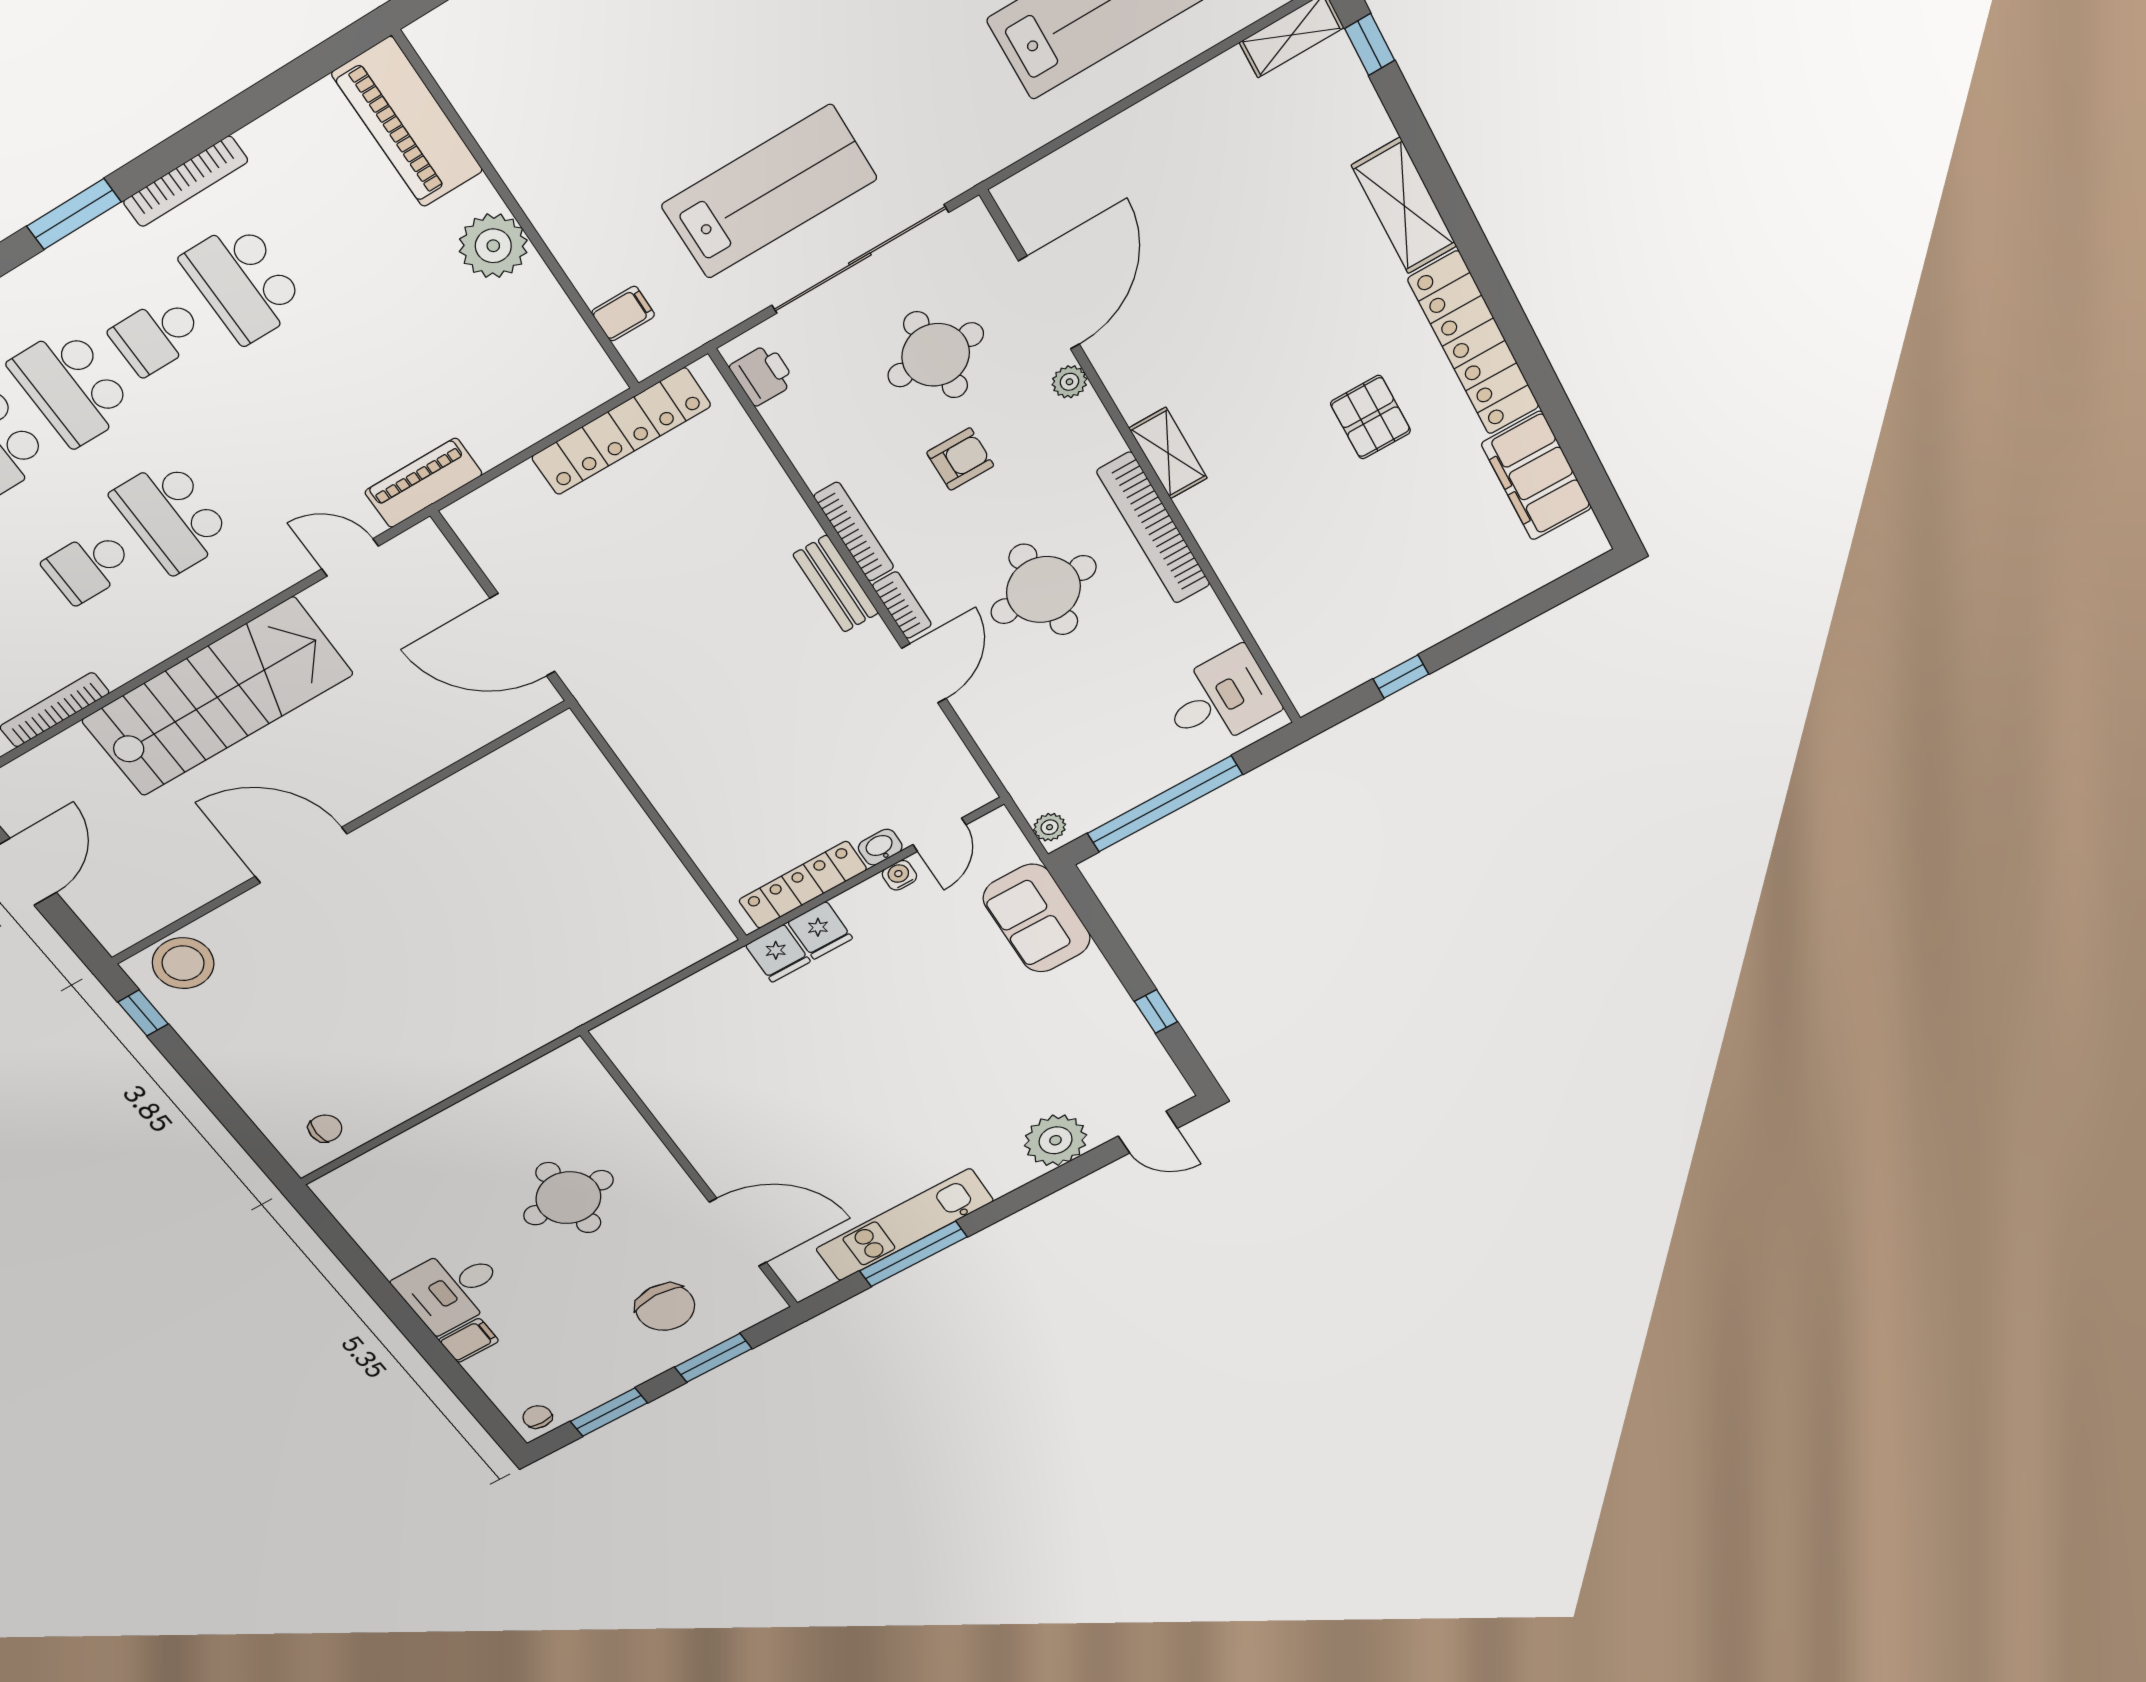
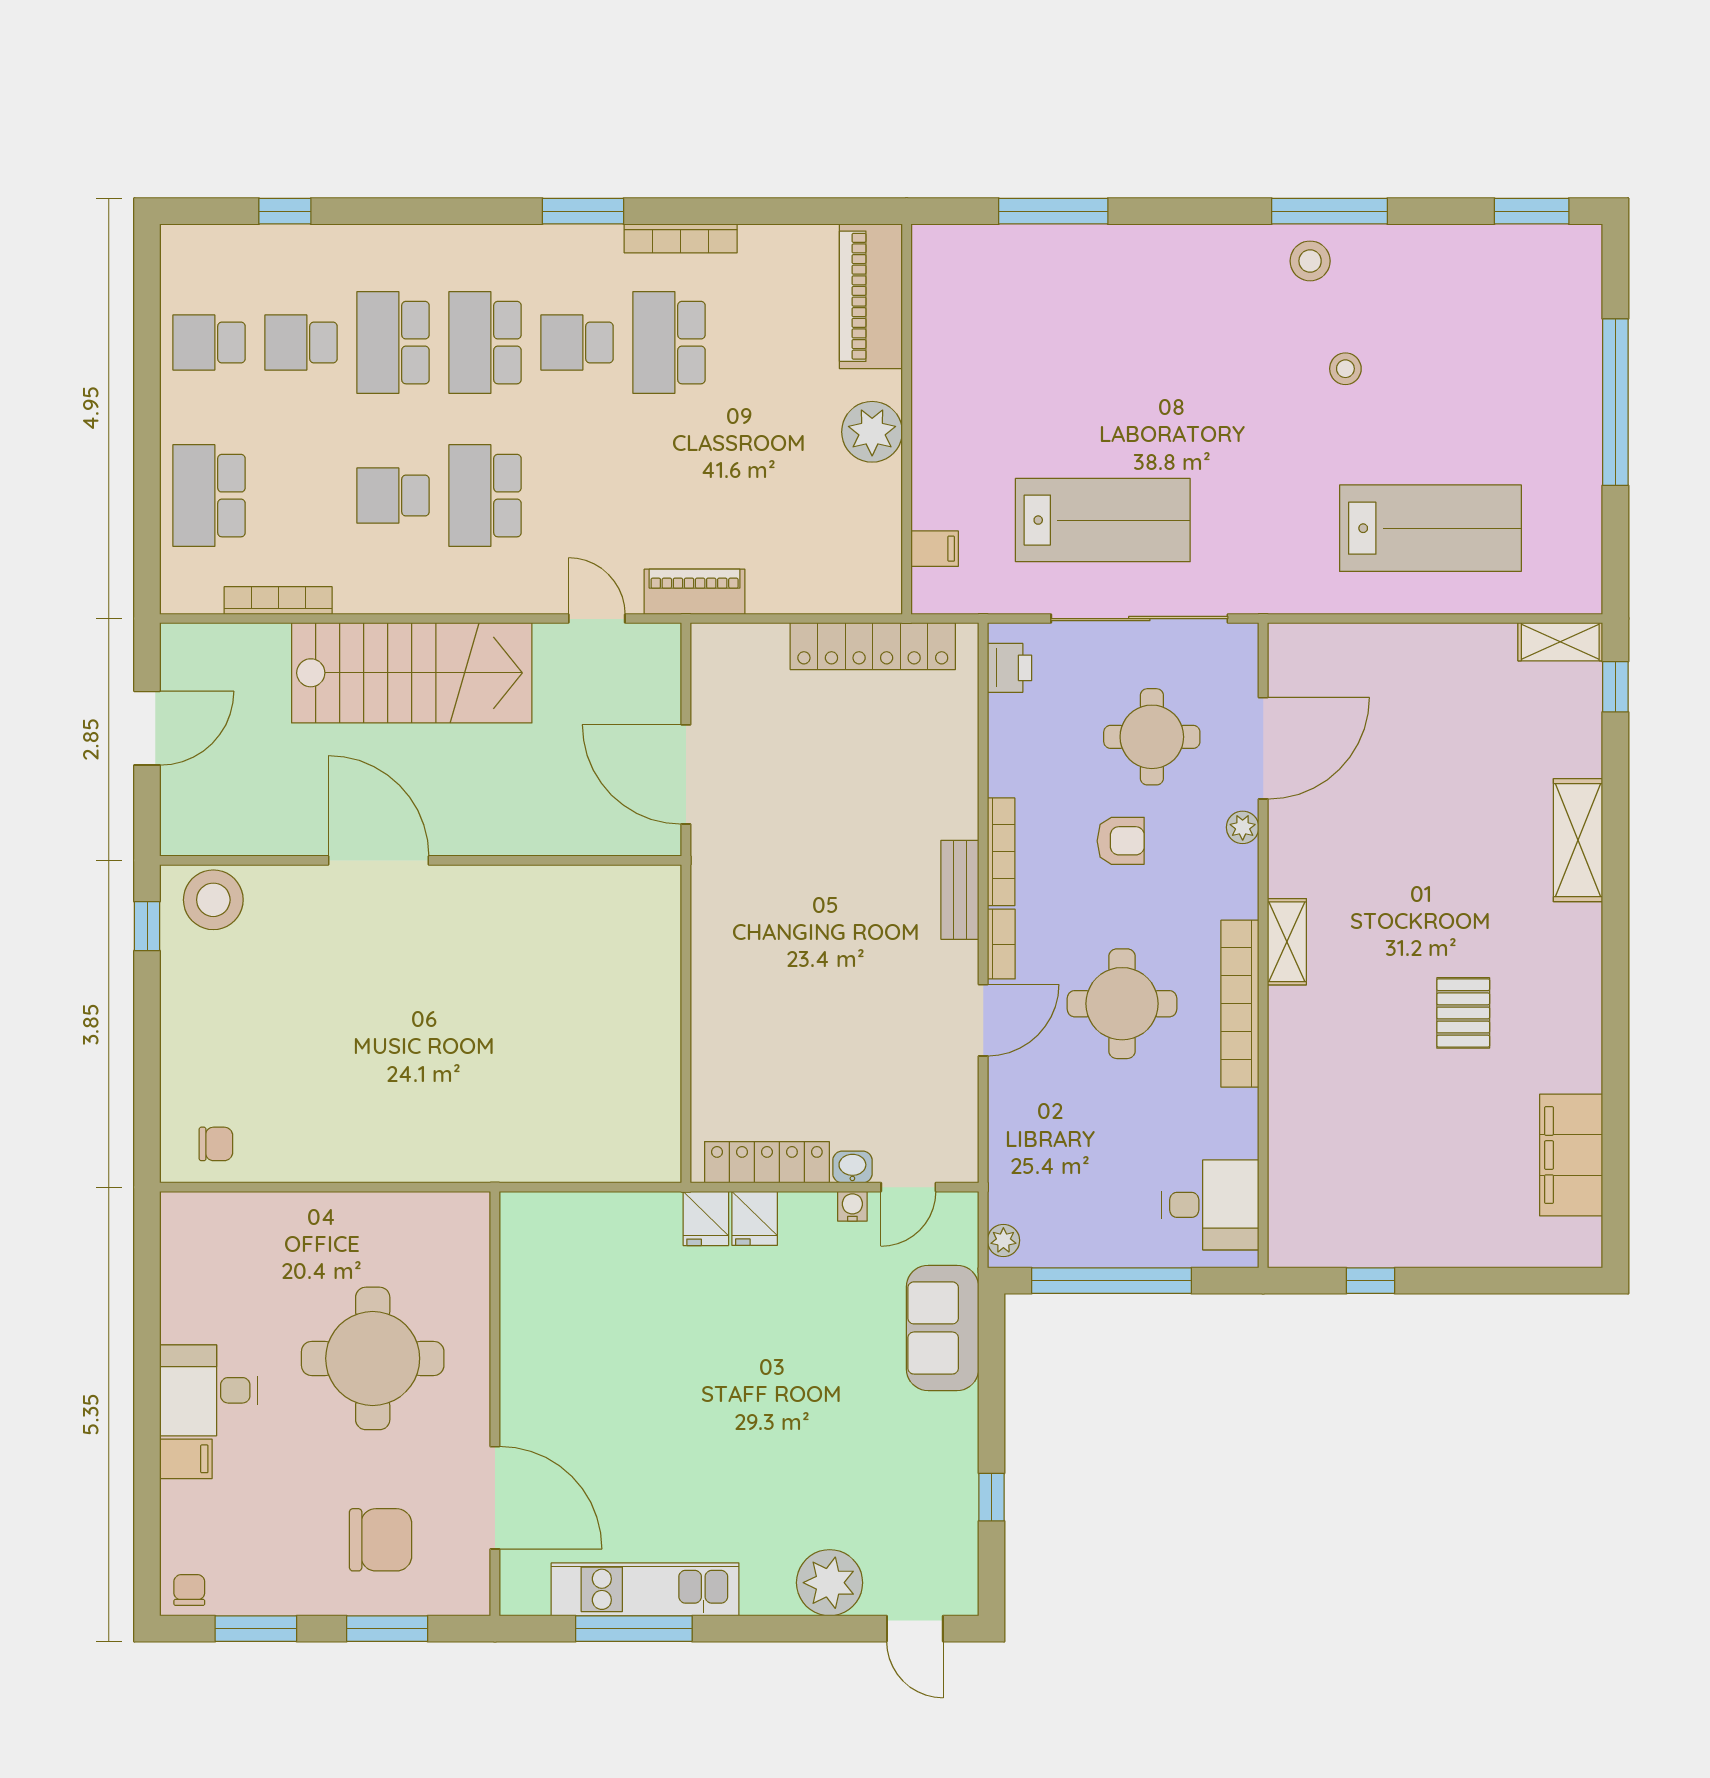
locker: (1474, 343) -> (1576, 998), removed
round table: (568, 1198) -> (373, 1358), width x1.36, depth x1.36
chair: (665, 1307) -> (381, 1540), turned -90

